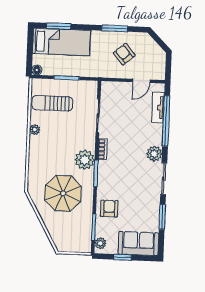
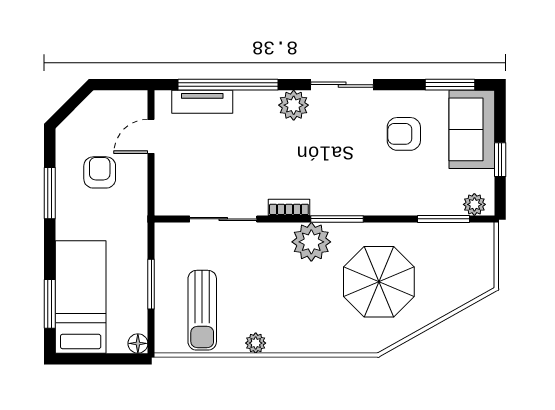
armchair: (124, 54) -> (100, 172), turned 131
door: (141, 81) -> (151, 136), swing flipped
armchair: (109, 209) -> (404, 134), moved
window: (162, 217) -> (450, 85), moved

